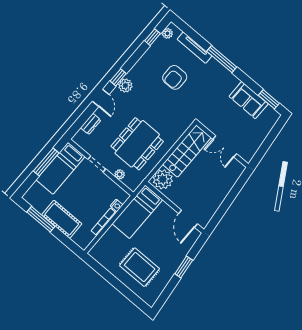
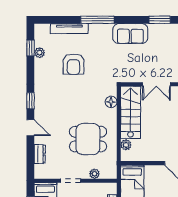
plant: (167, 33) -> (39, 53), moved
plant: (125, 86) -> (41, 102), removed
sofa: (249, 100) -> (130, 34), moved
floor lamp: (179, 131) -> (111, 102), added
dining table: (137, 144) -> (88, 139), width x0.73
plant: (163, 179) -> (126, 145), width x0.53, depth x0.53

